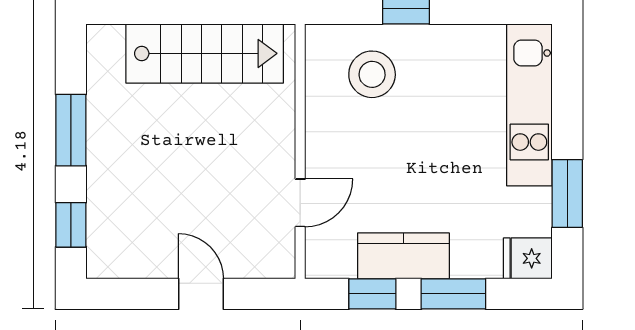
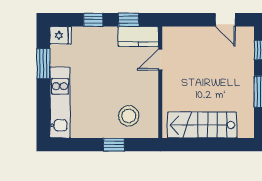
kitchen counter: (403, 256) -> (138, 36), moved
door: (201, 294) -> (225, 20), moved
window: (453, 294) -> (93, 20), width x0.67

